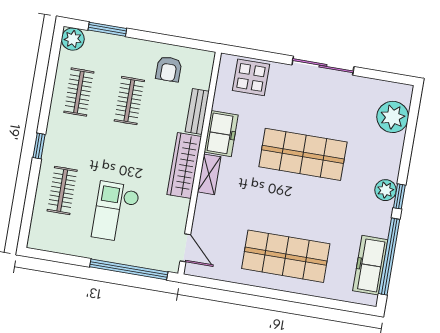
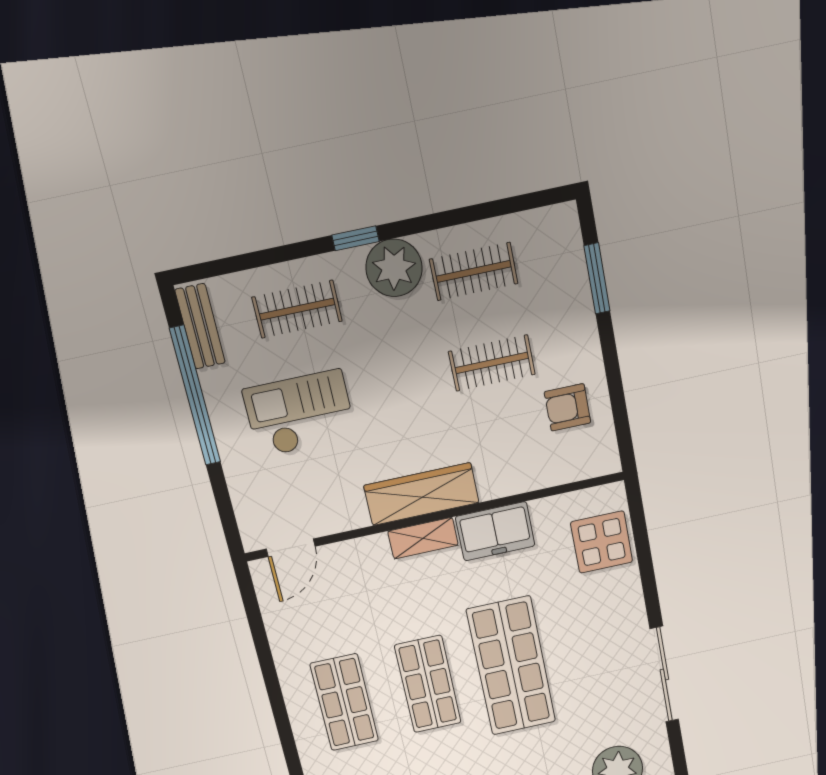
plant: (73, 39) -> (394, 268), moved, width x1.36, depth x1.36
sliding door: (323, 66) -> (664, 674), moved
bench: (197, 112) -> (200, 326), moved, turned 90
shop shelf: (294, 205) -> (428, 684), added
shop shelf: (286, 256) -> (344, 702), width x0.70, depth x0.74
window: (129, 269) -> (195, 396), moved

